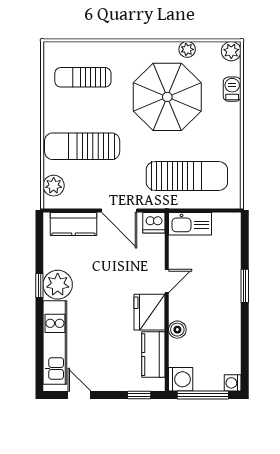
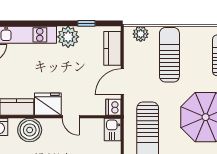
kitchen sink: (190, 224) -> (113, 129), width x0.73
window: (39, 285) -> (86, 23), moved
boiler: (177, 330) -> (30, 130), width x1.86, depth x1.86

